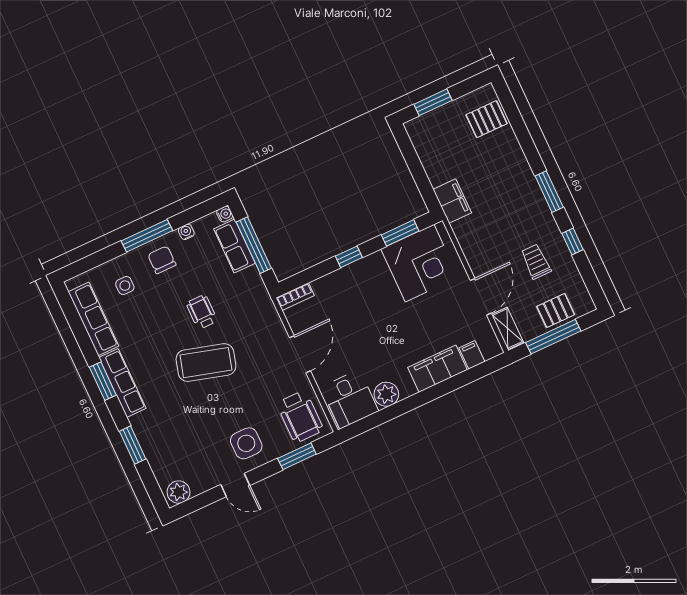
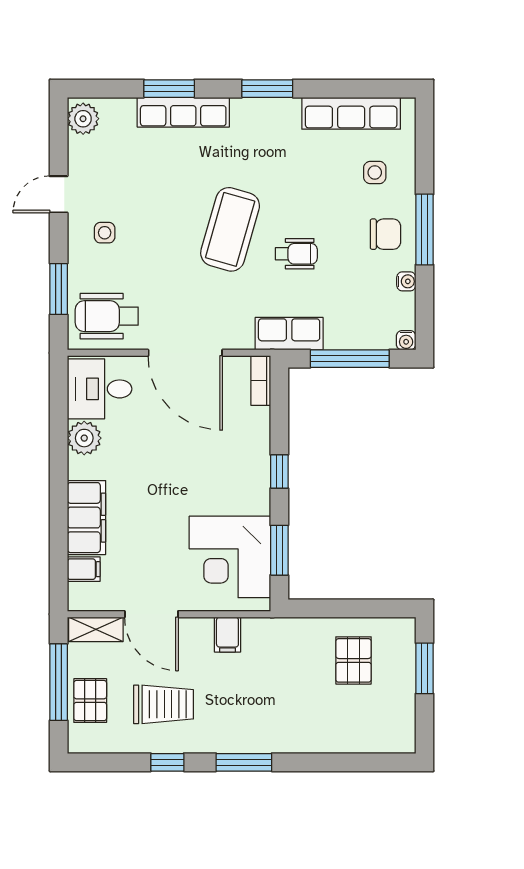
pallet: (487, 119) -> (354, 660), moved
filing cabinet: (452, 201) -> (227, 635), moved, width x0.50
row of seats: (234, 246) -> (289, 334), moved
trolley: (536, 262) -> (164, 704), width x1.36, depth x1.39
door: (300, 354) -> (185, 353), width x1.36
row of seats: (122, 383) -> (183, 112), moved
side table: (246, 443) -> (105, 233), width x0.54, depth x0.54

